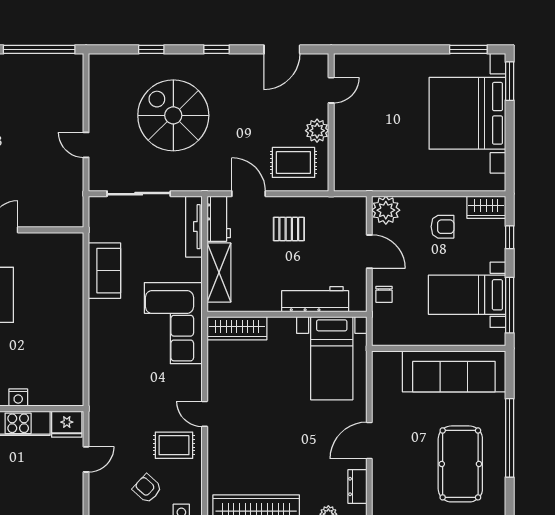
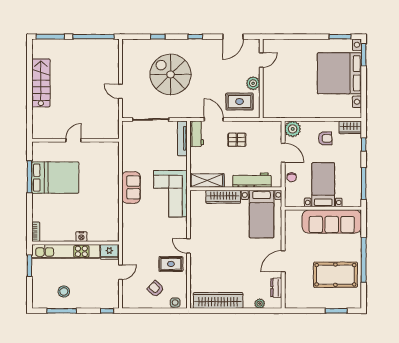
sofa: (105, 271) -> (131, 187), moved
shelving: (219, 273) -> (207, 180), moved, turned 90
bed with nightstands: (467, 295) -> (323, 185), moved, turned 90
wardrobe: (237, 328) -> (223, 197), moved
pool table: (460, 464) -> (335, 275), turned 90

